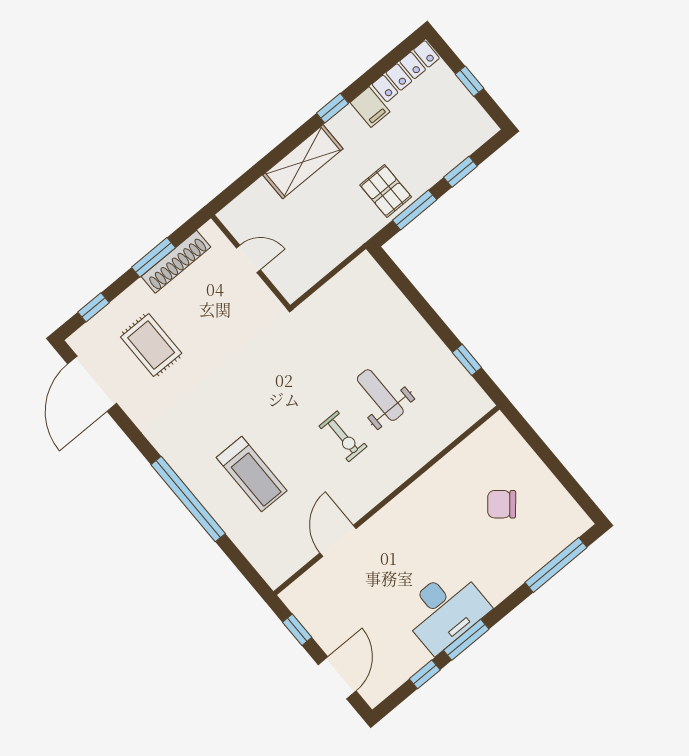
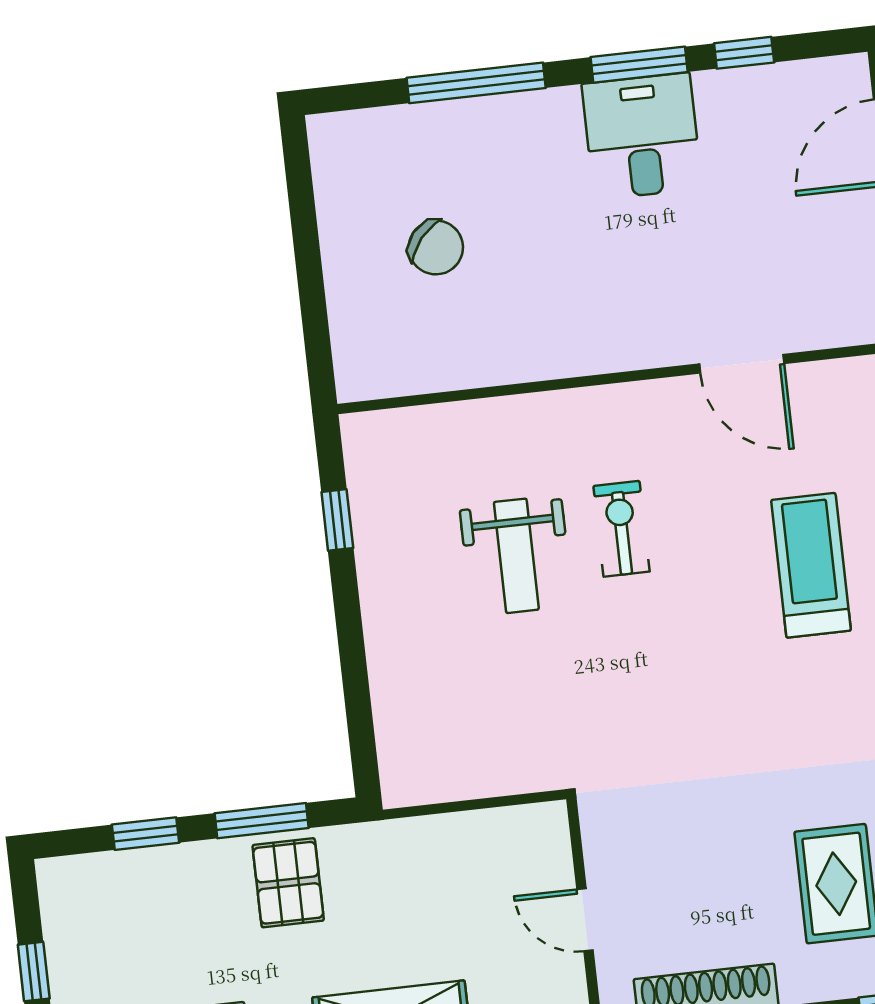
door: (338, 541) -> (742, 364), hinge flipped
window: (556, 565) -> (476, 83), moved
desk: (445, 610) -> (642, 136), width x0.73

